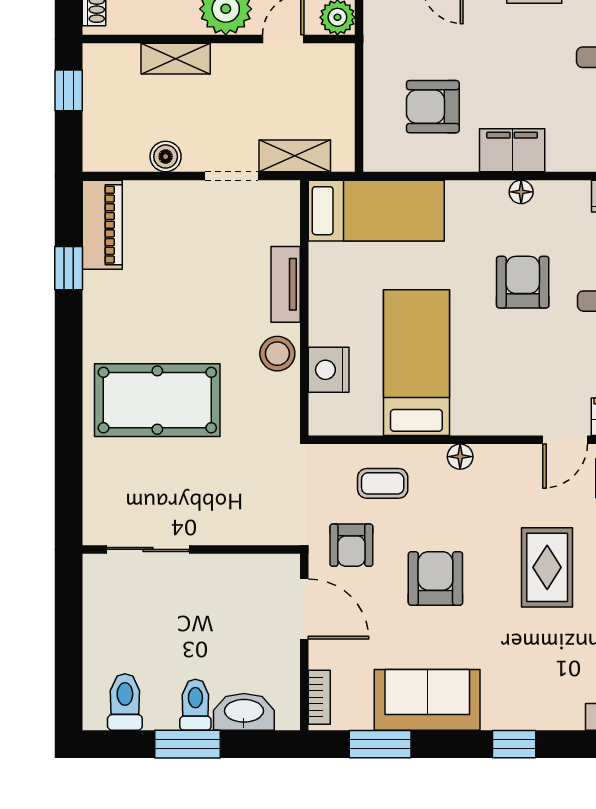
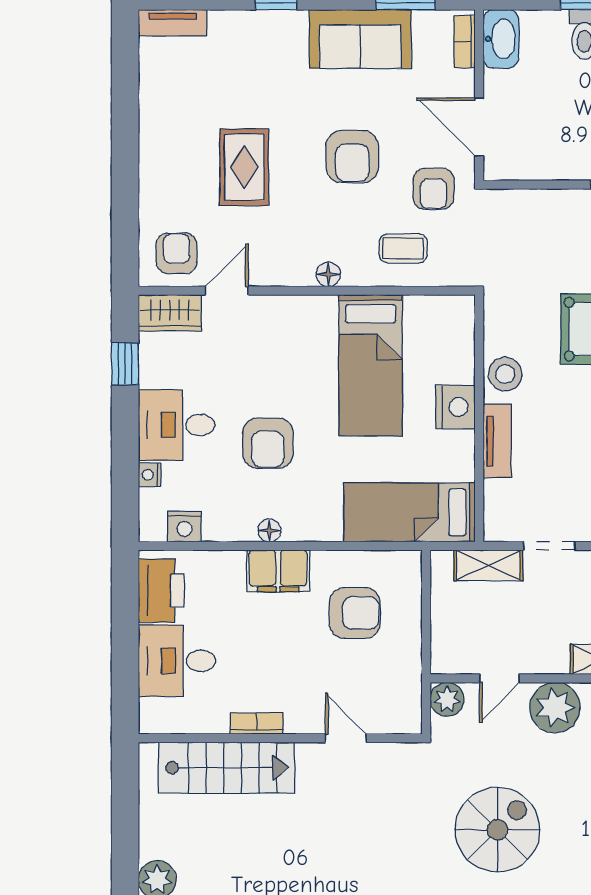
nightstand: (329, 370) -> (455, 407), moved
armchair: (351, 545) -> (434, 189), turned 180
washbasin: (244, 712) -> (501, 39), moved, turned -90

